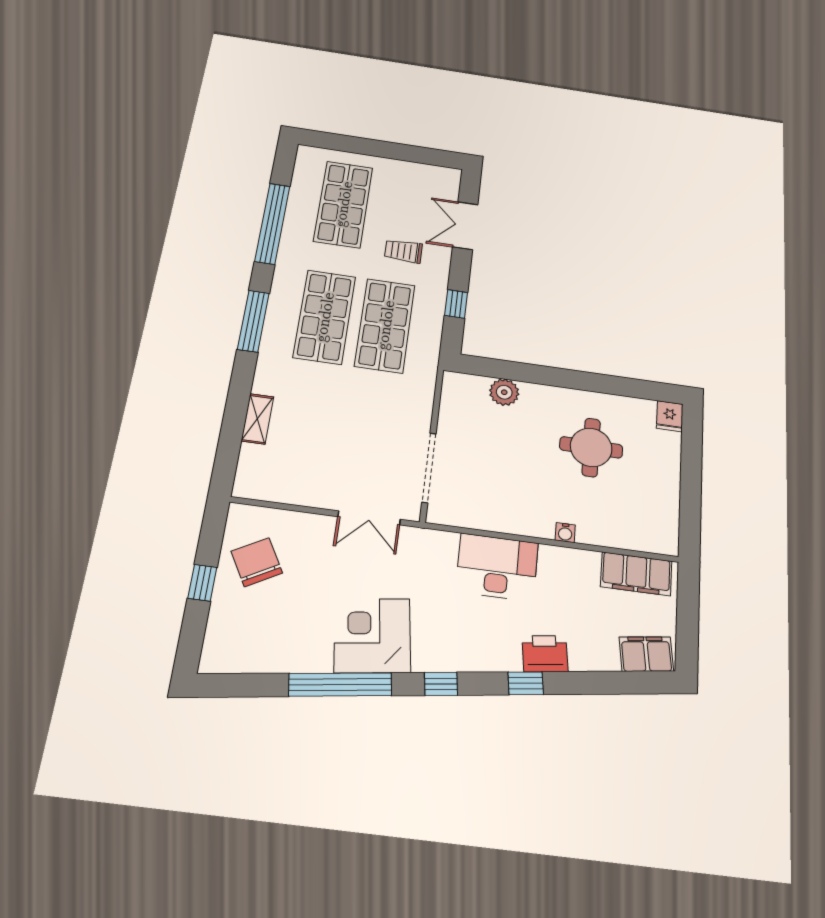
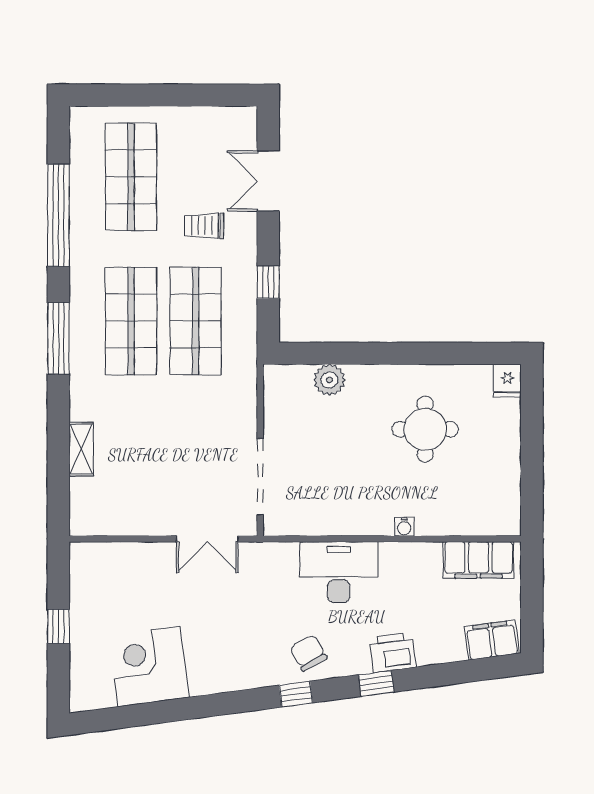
chair: (257, 562) -> (308, 653), moved, width x0.73, depth x0.73
corner desk: (372, 635) -> (149, 666), moved
window: (340, 685) -> (202, 707), removed

